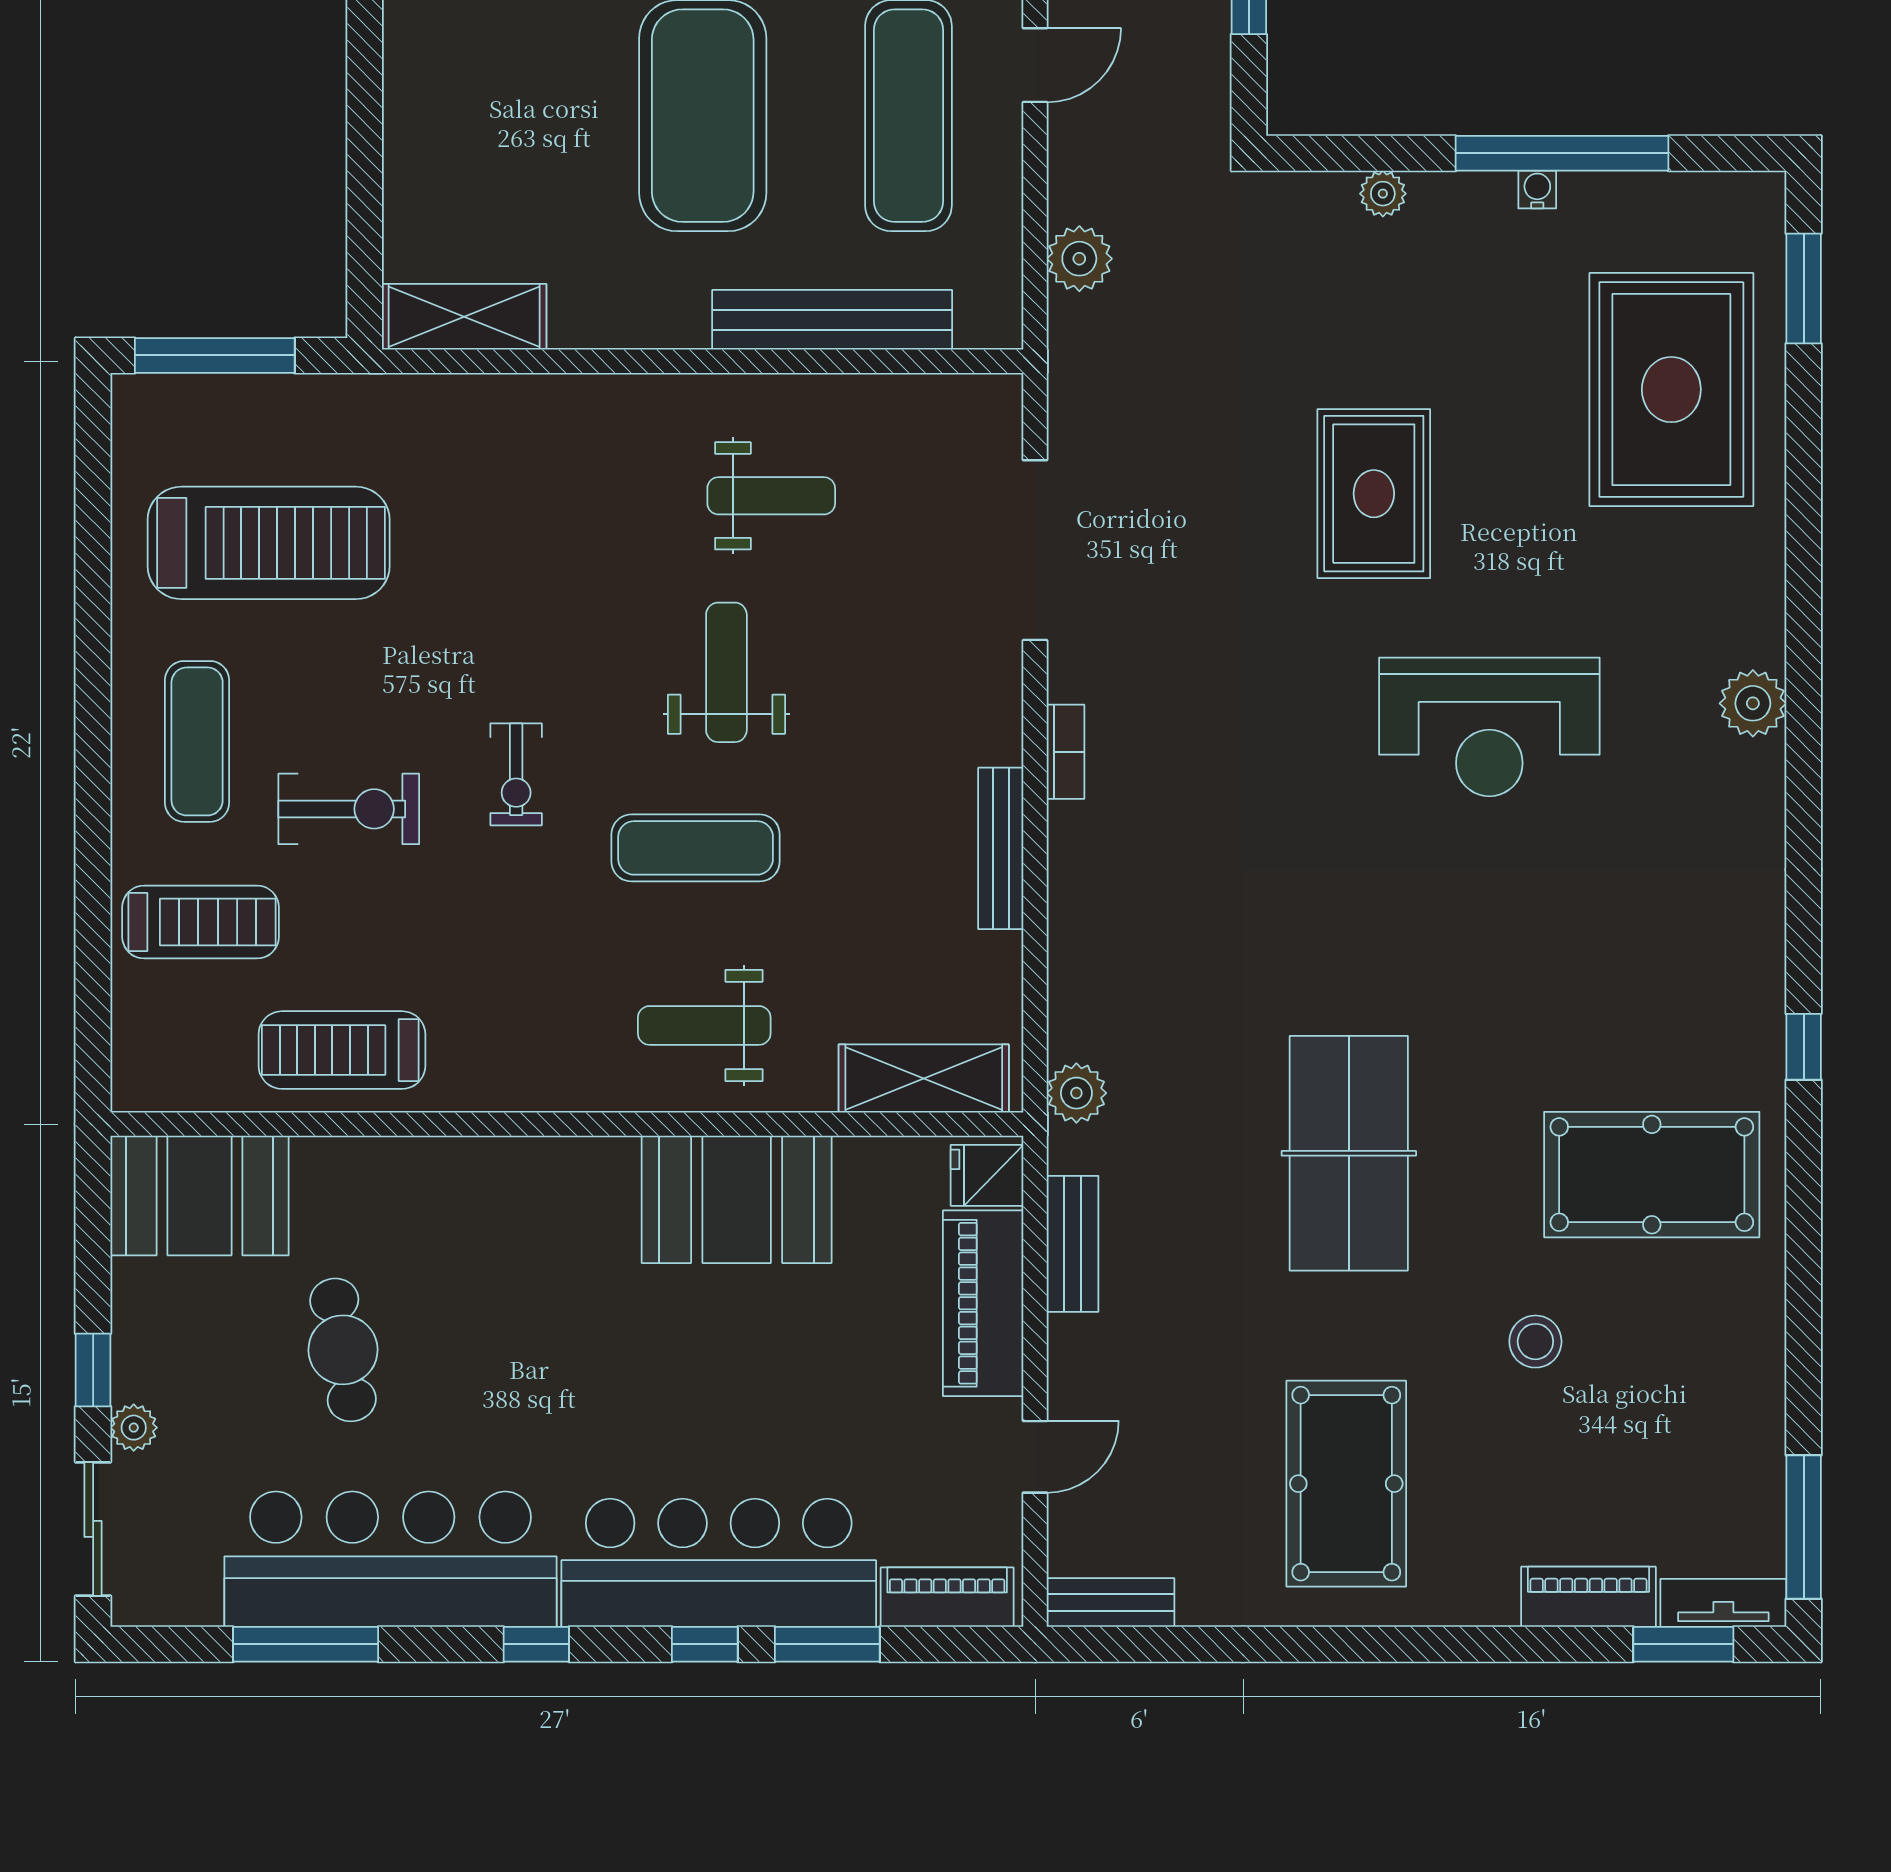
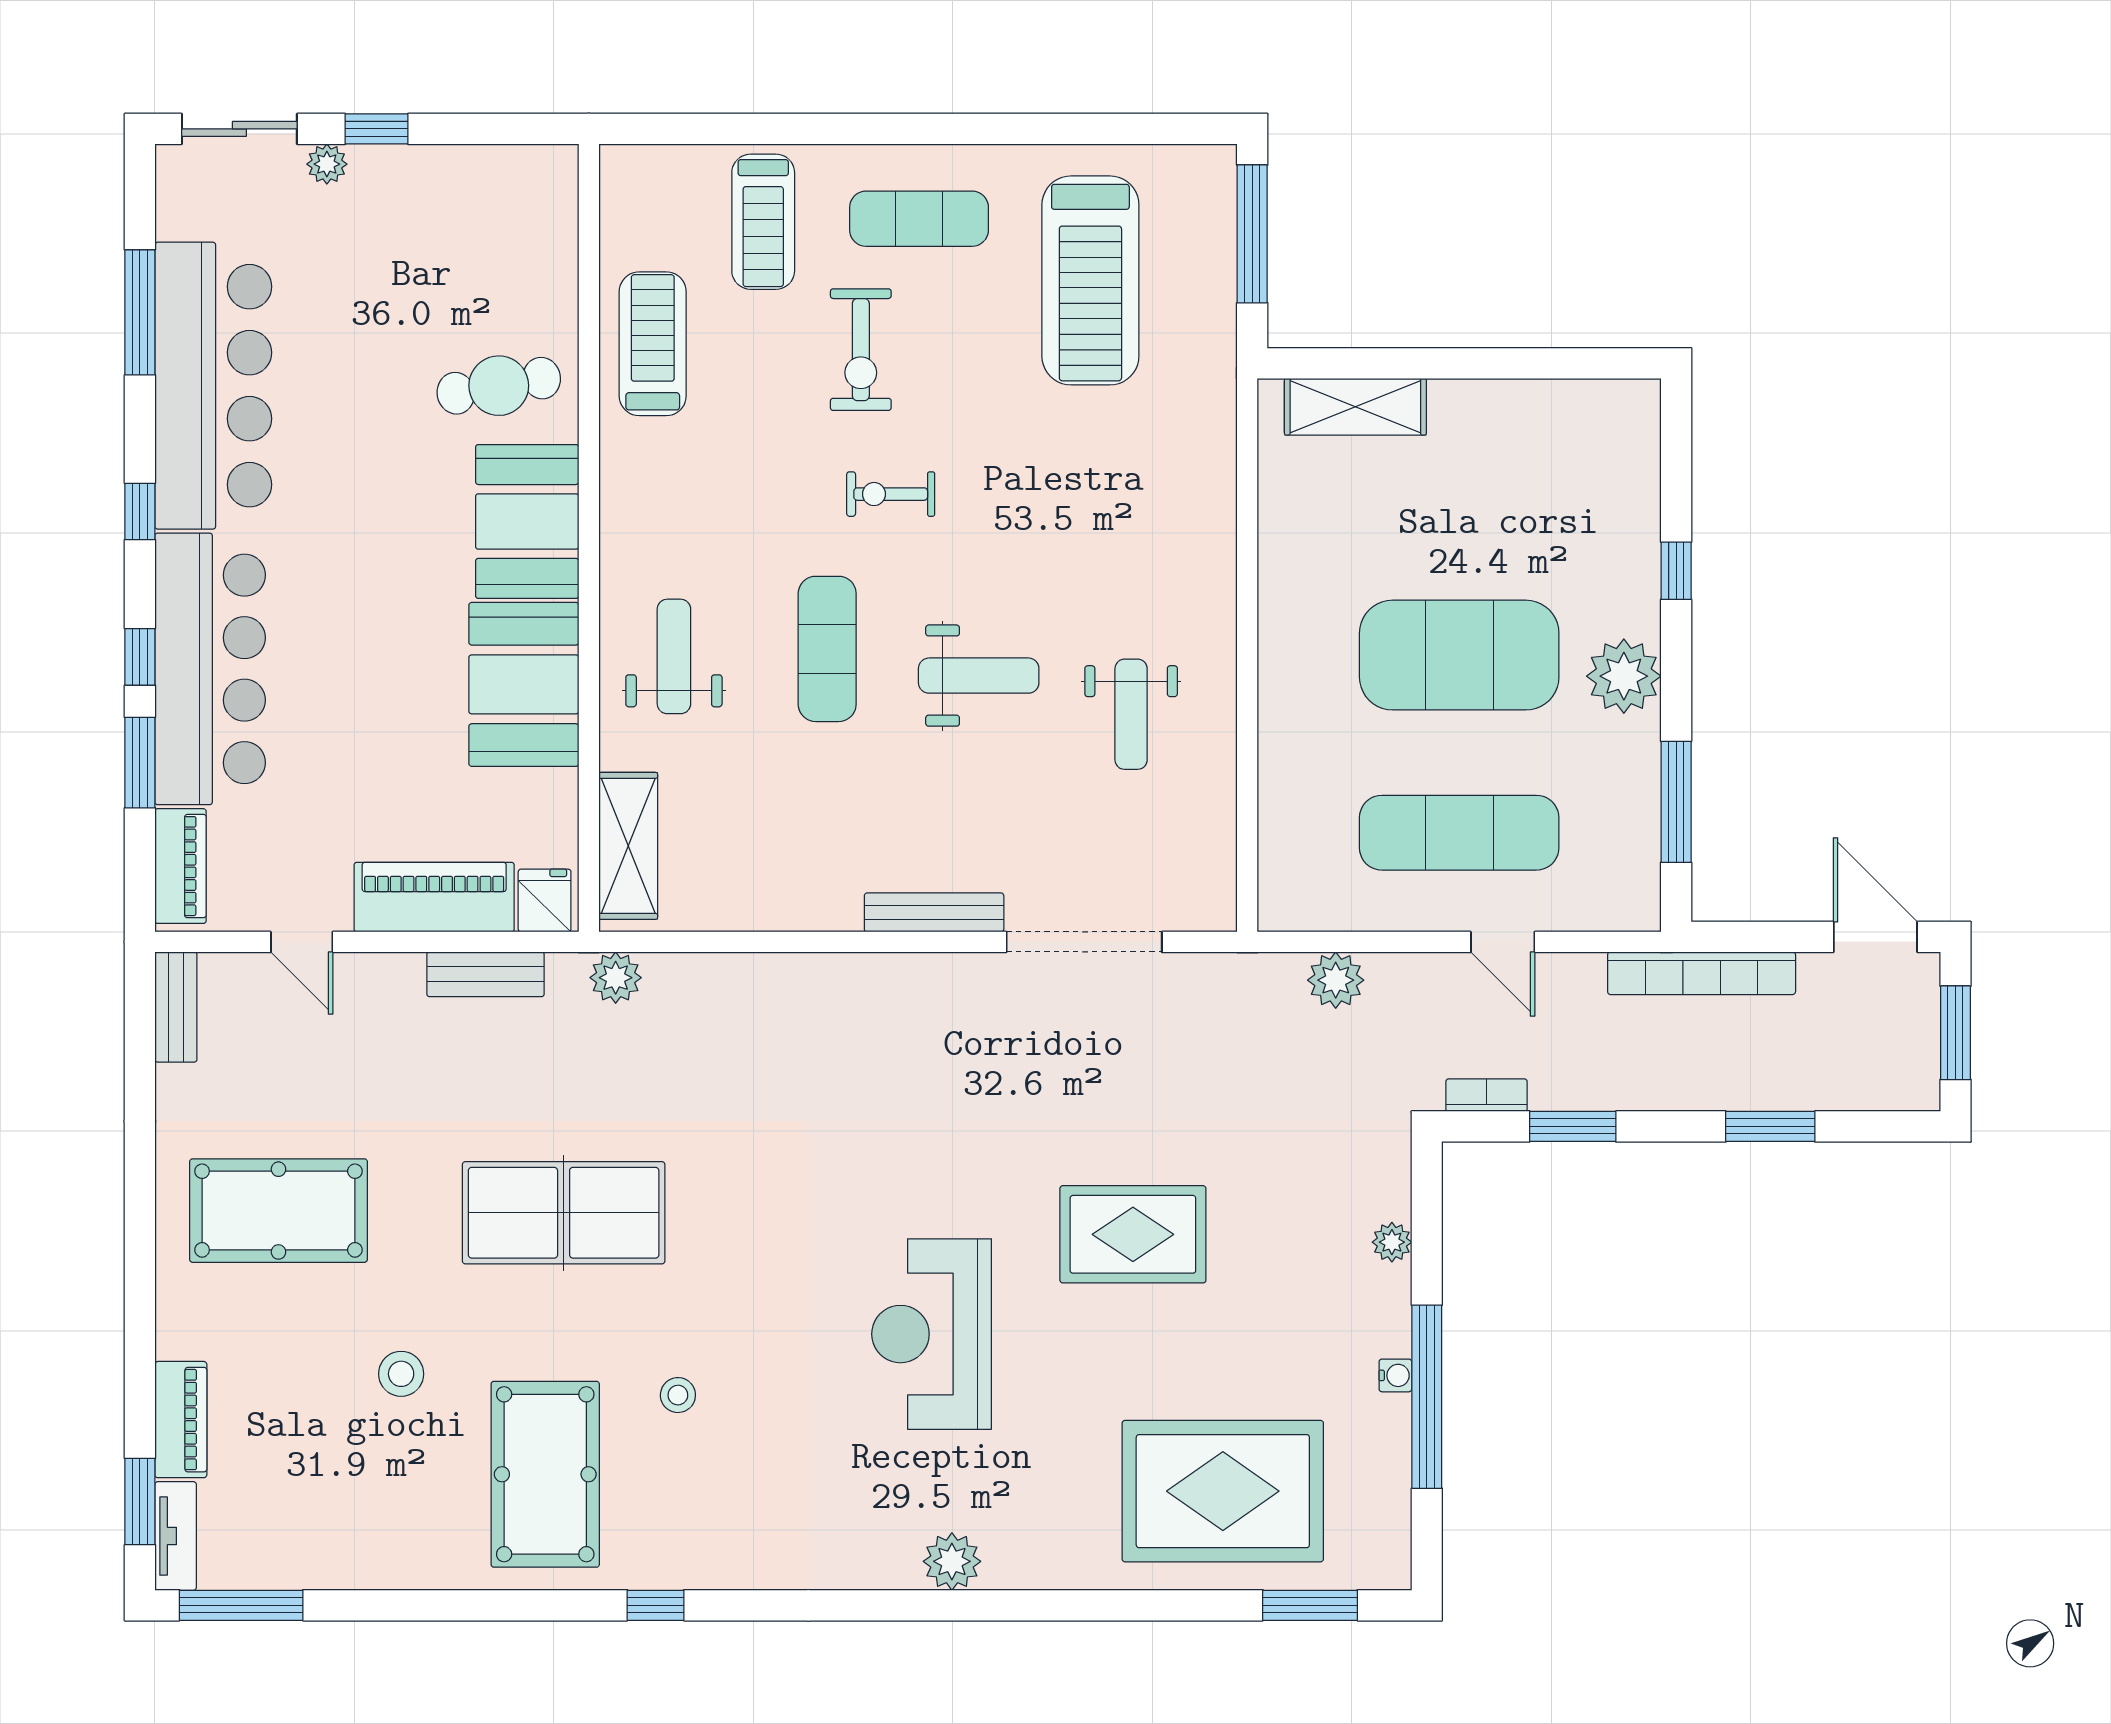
shelving: (464, 317) -> (1355, 407), moved, turned 90
bench: (832, 320) -> (1283, 767), removed
bookcase: (1065, 752) -> (1487, 1095), moved, turned 180
bench: (1001, 848) -> (934, 912), moved
stool: (1560, 1021) -> (678, 1395), added
booth: (200, 1196) -> (527, 521), moved
cafe table: (343, 1350) -> (499, 386), moved

